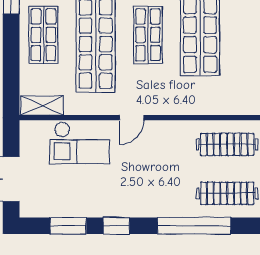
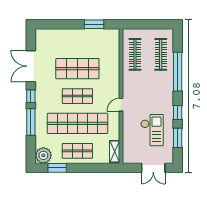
door: (132, 118) -> (121, 105), swing flipped
checkout: (79, 143) -> (152, 130), moved

